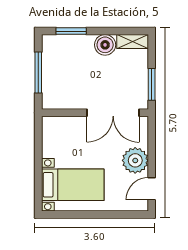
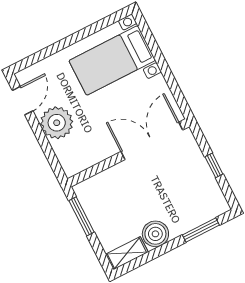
window: (38, 73) -> (214, 165), width x0.46
double door: (113, 113) -> (152, 141), moved

